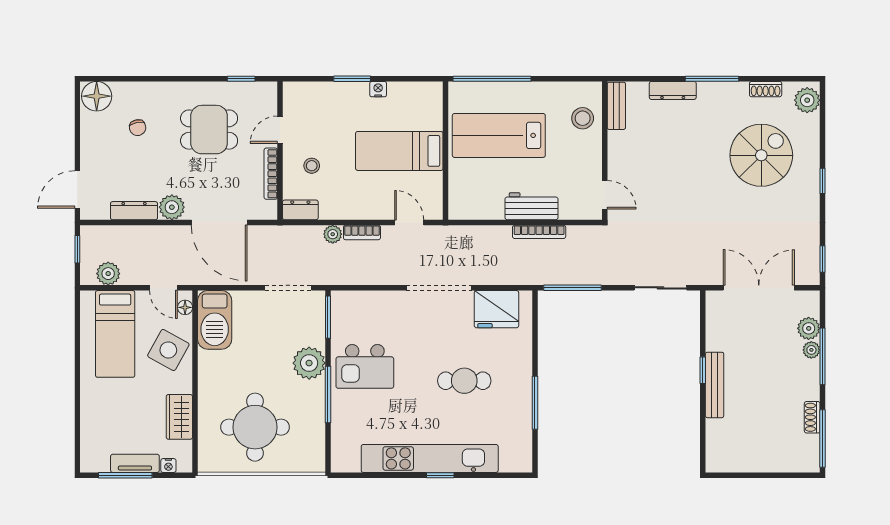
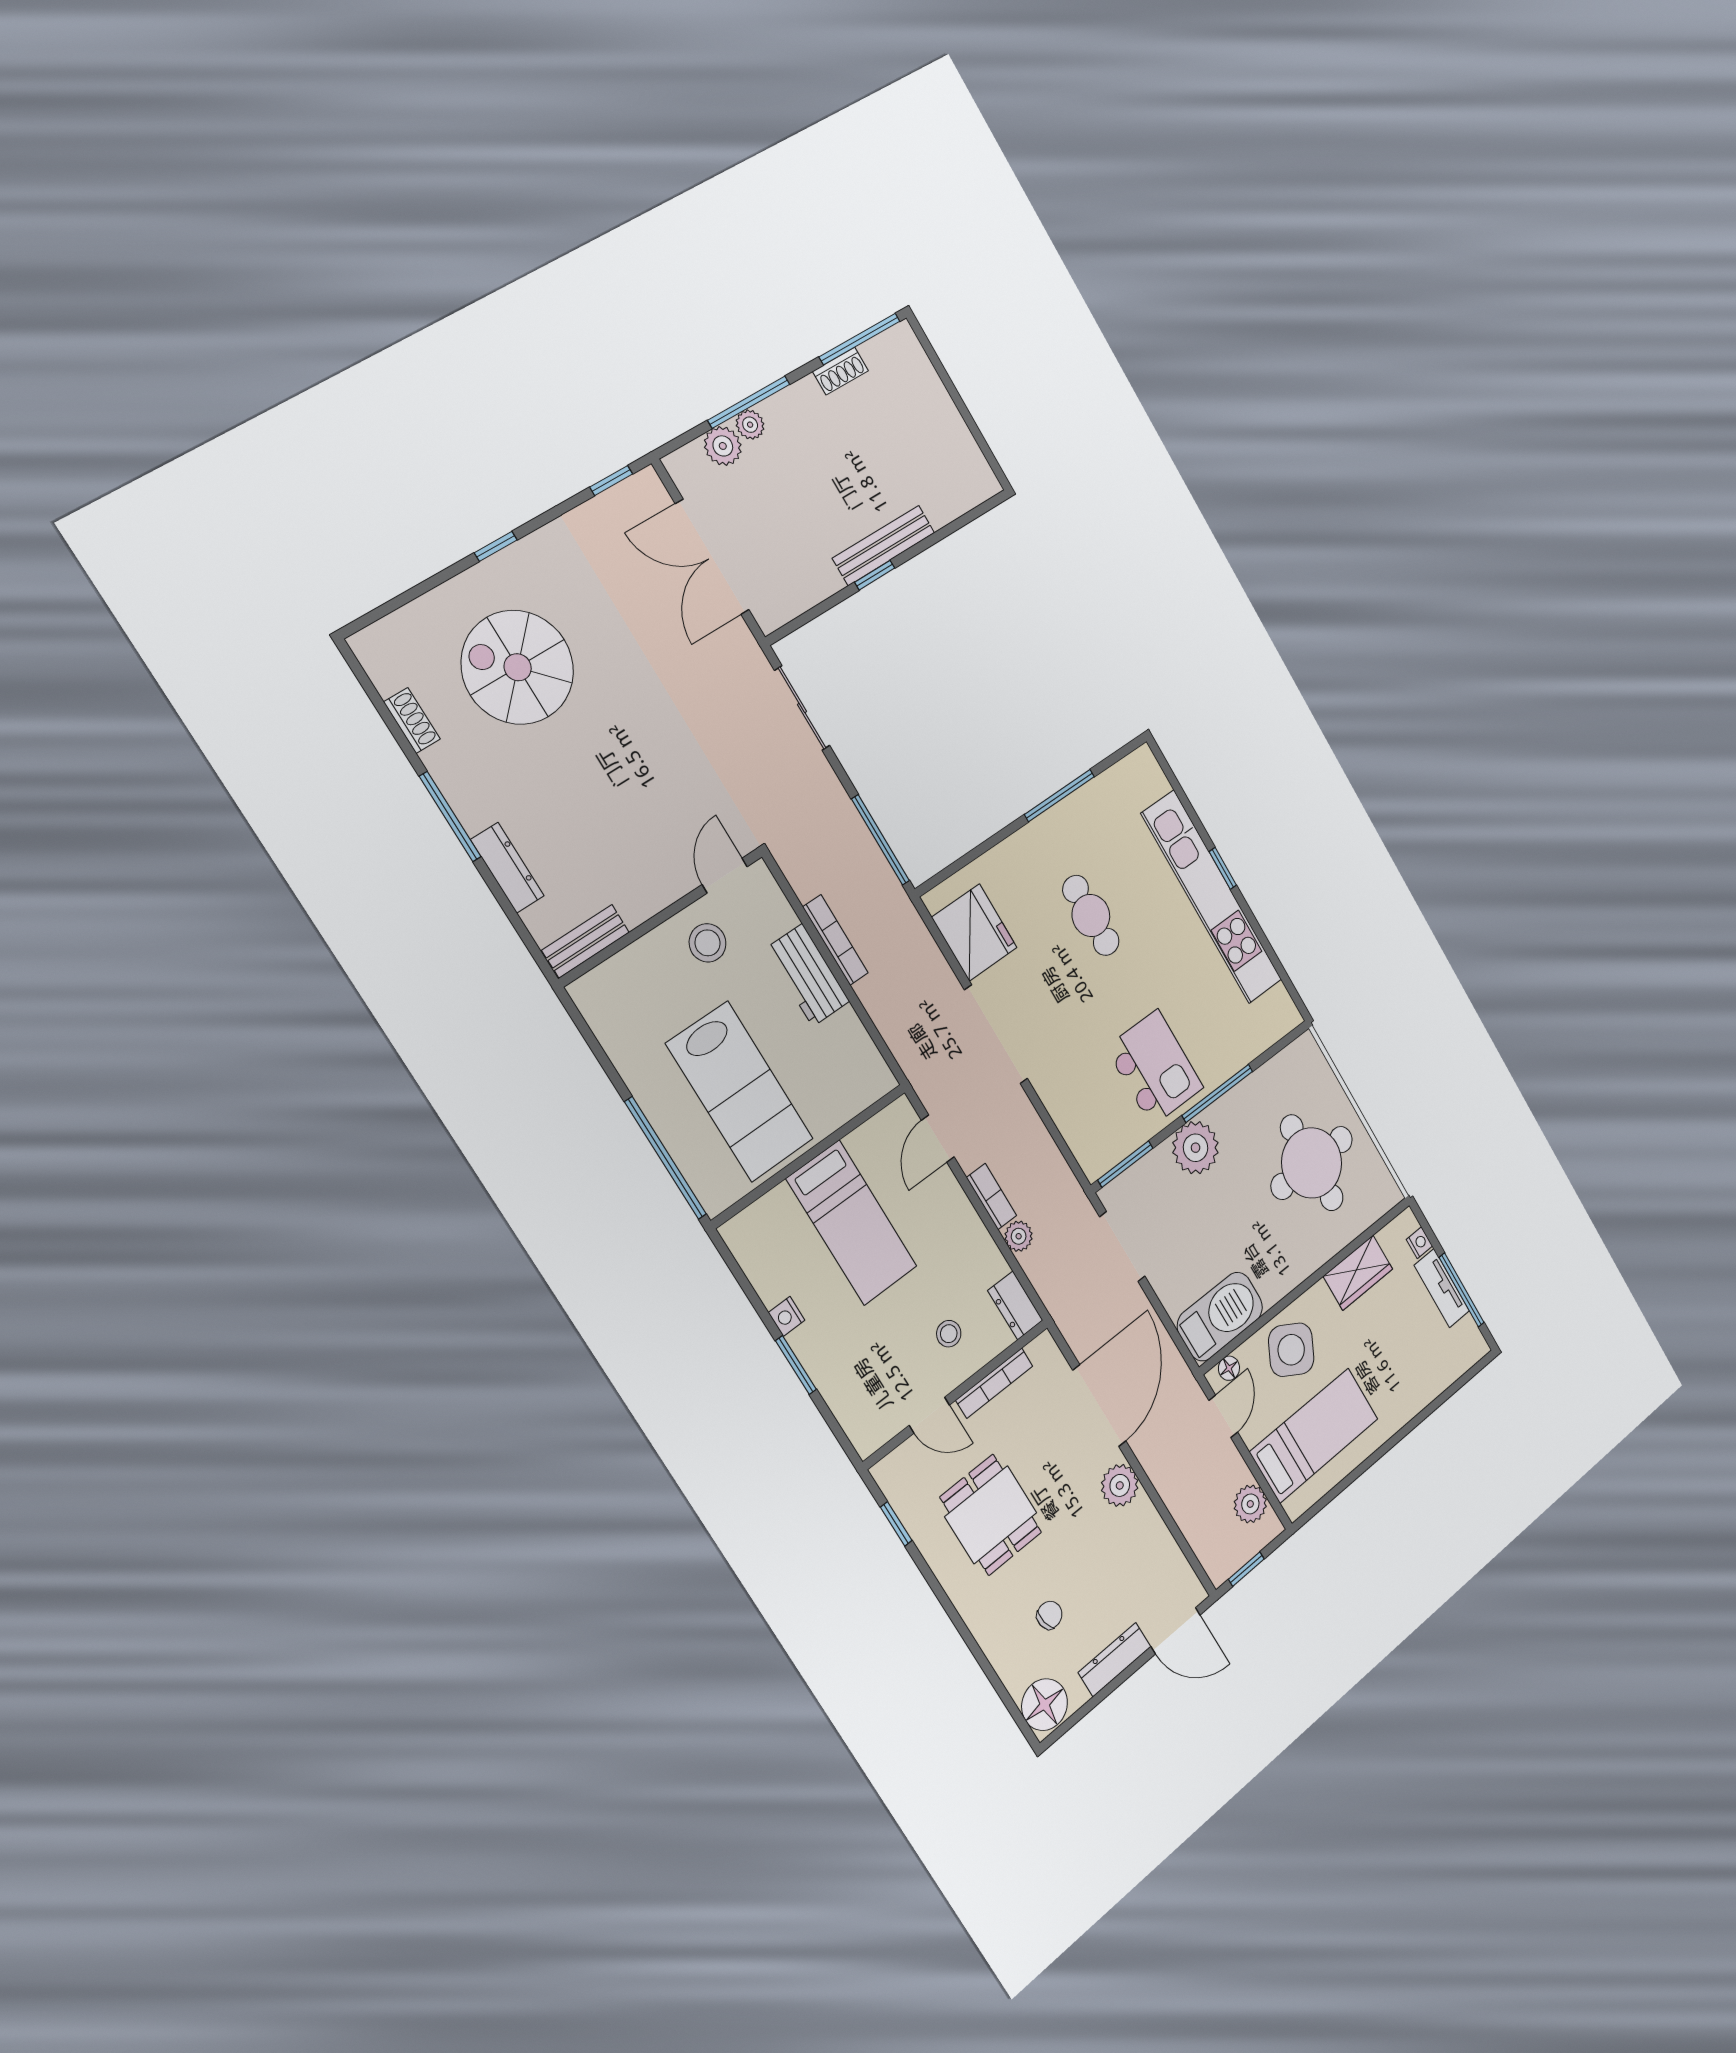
plant: (807, 100) -> (387, 643), removed
stool: (583, 118) -> (708, 943), moved
dresser: (134, 211) -> (1115, 1660), moved, turned 90

